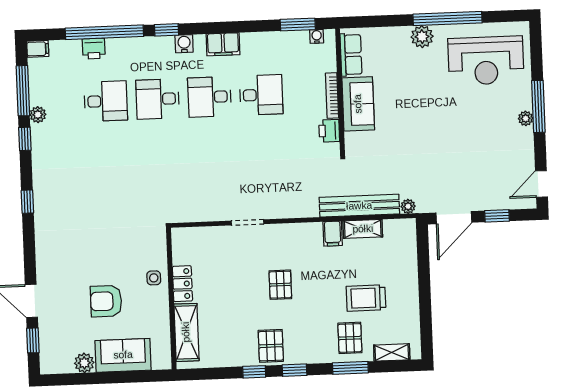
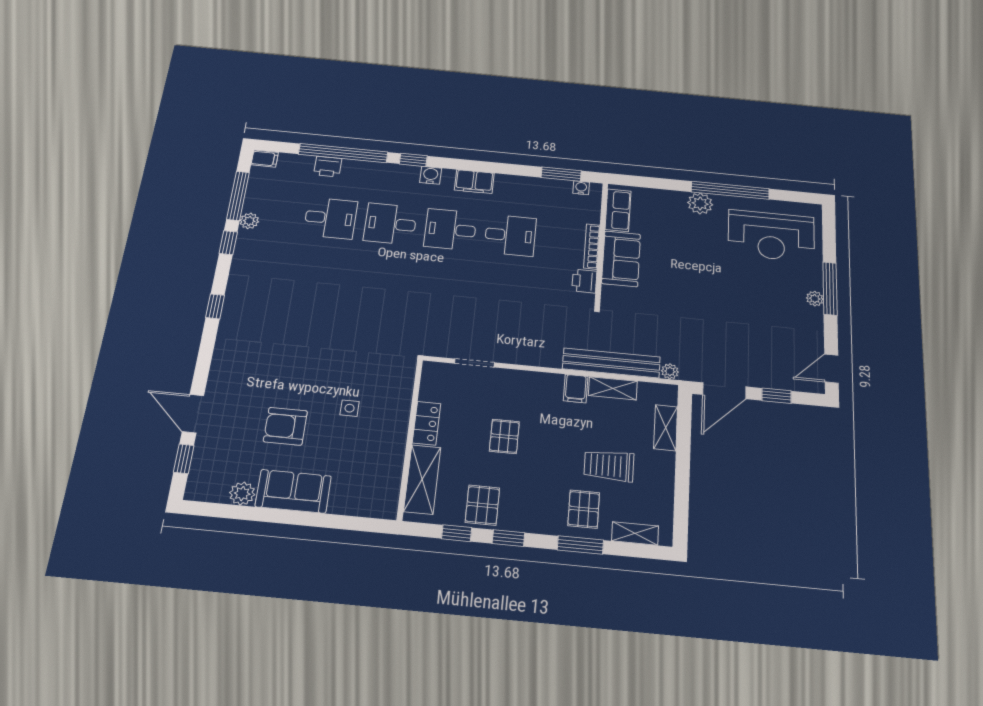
shelving: (409, 258) -> (666, 428), added
locker: (182, 284) -> (427, 423), moved
wall: (171, 299) -> (410, 438), moved
shelving: (186, 332) -> (422, 479), moved

